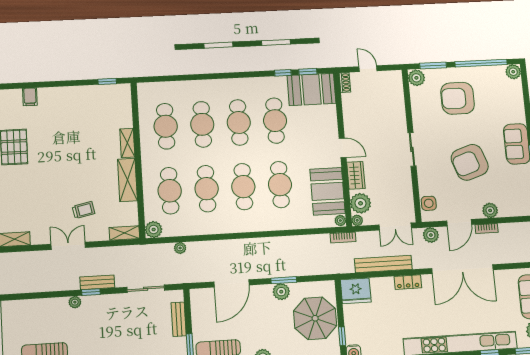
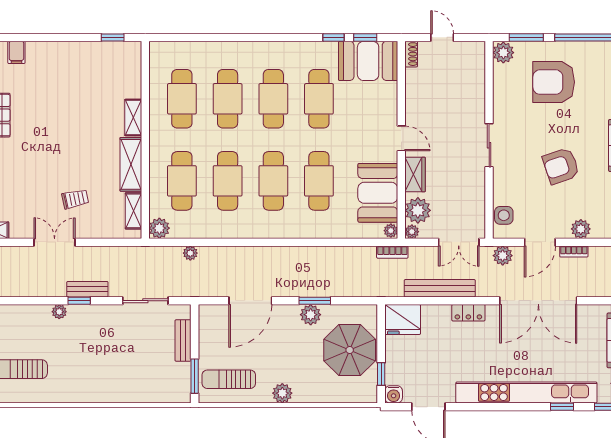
armchair: (470, 162) -> (561, 166), width x0.73, depth x0.73
shelving: (124, 233) -> (133, 211), moved, turned 90

